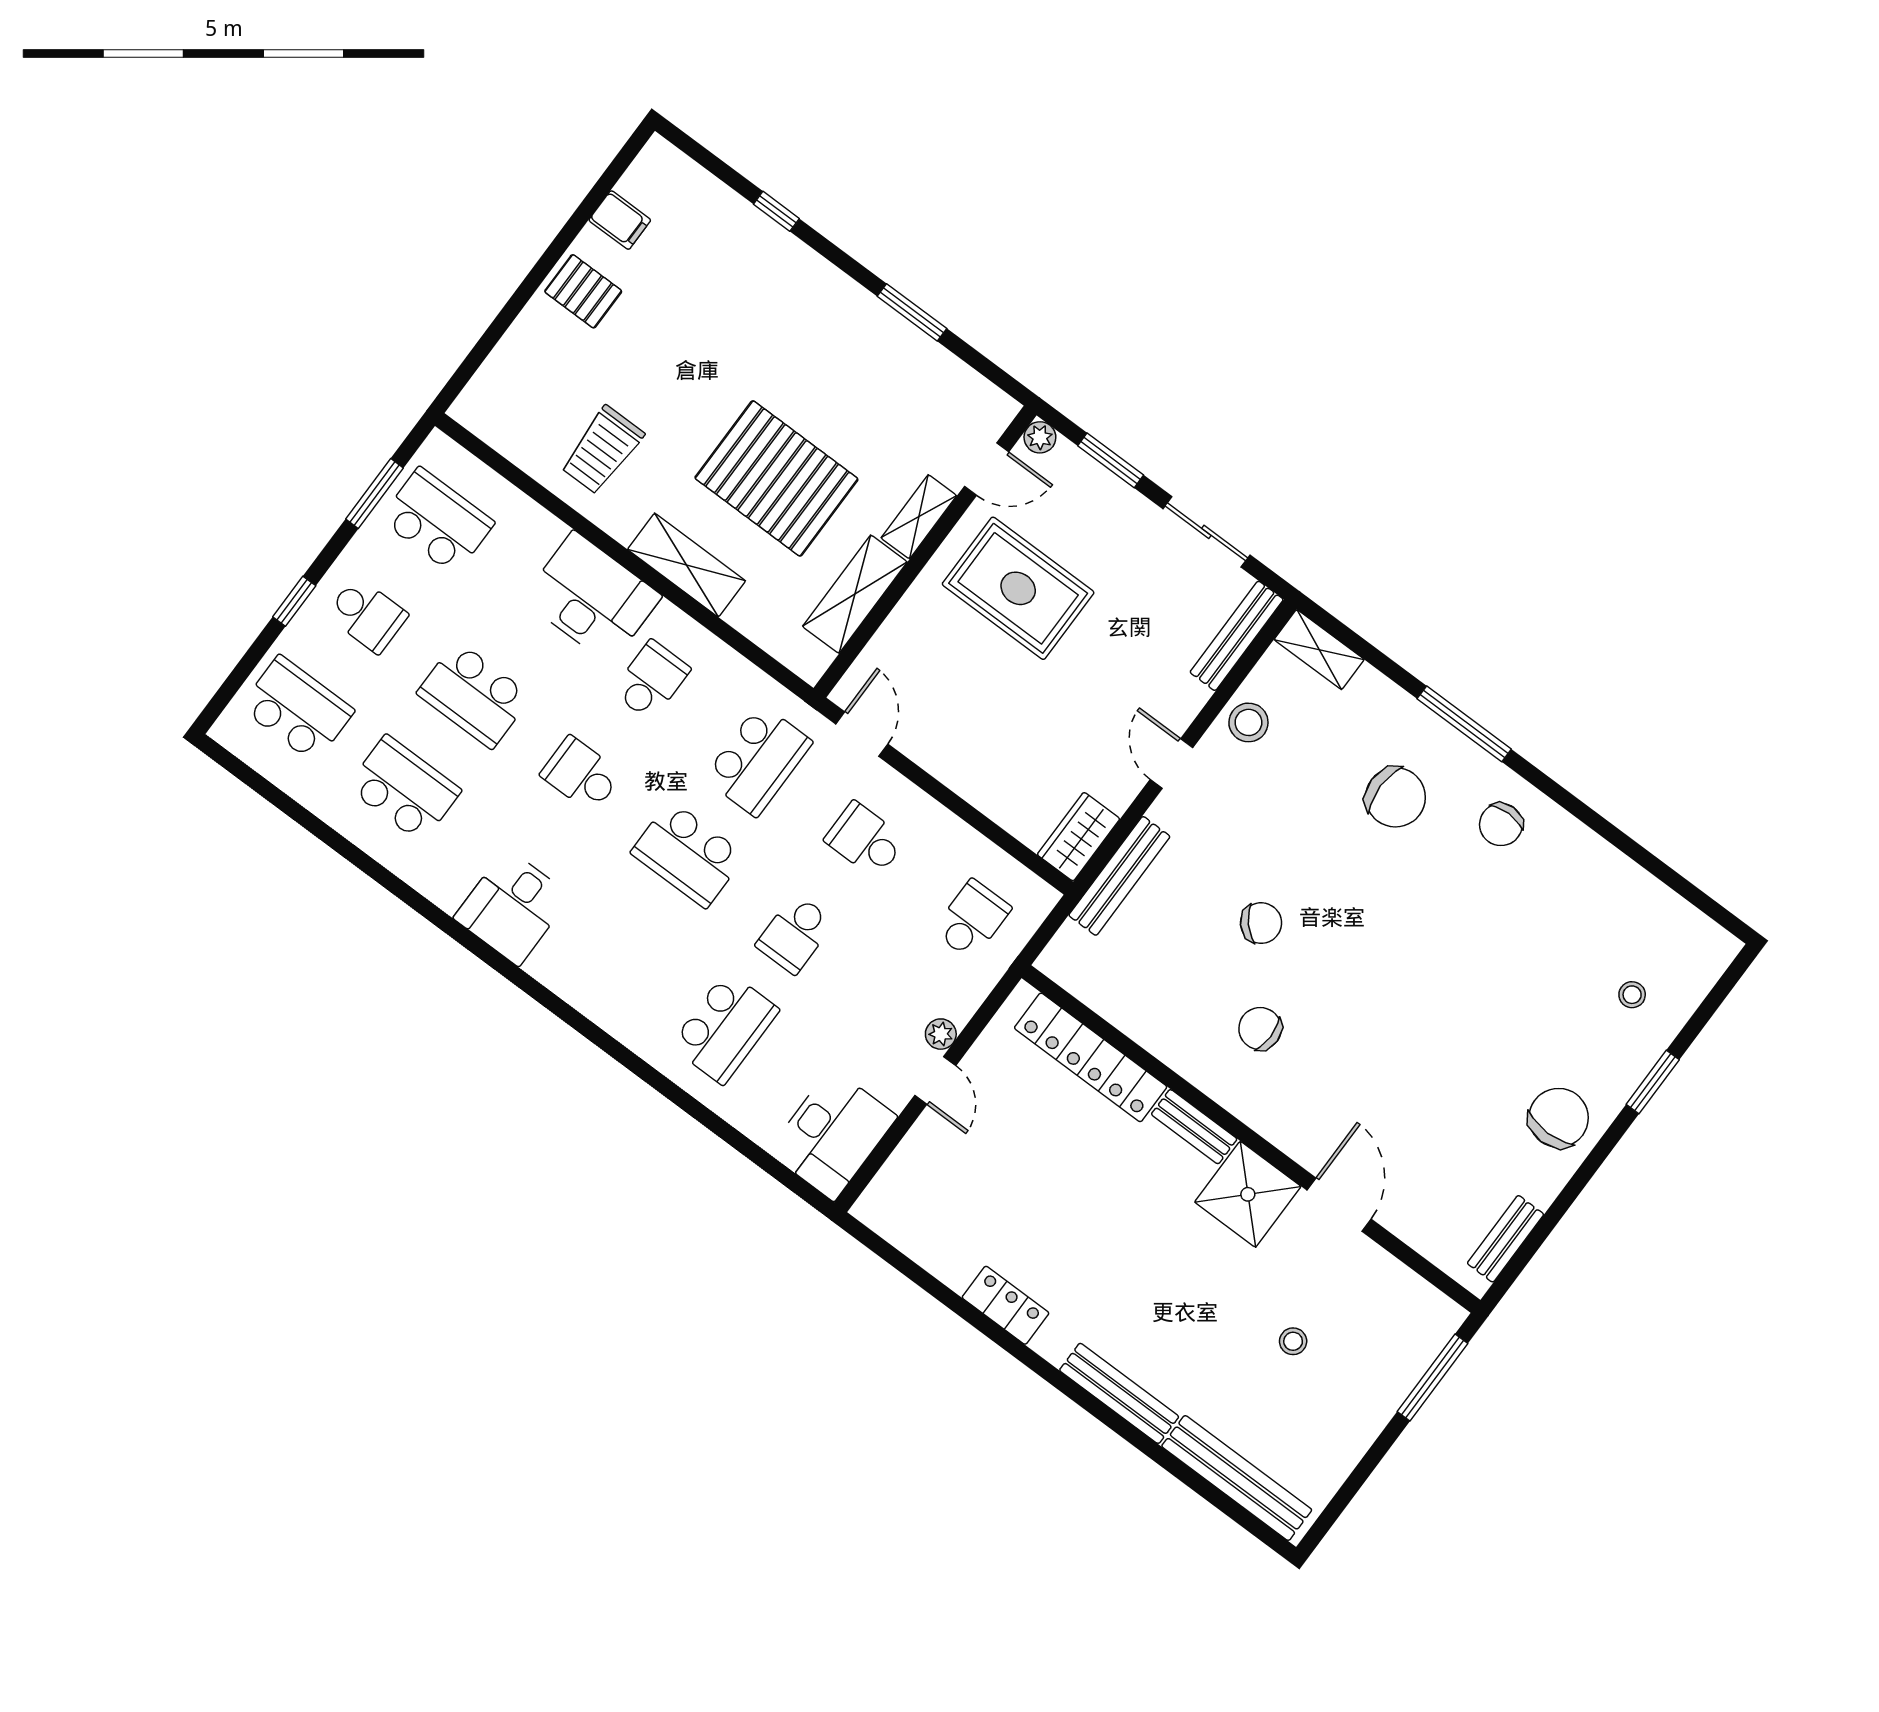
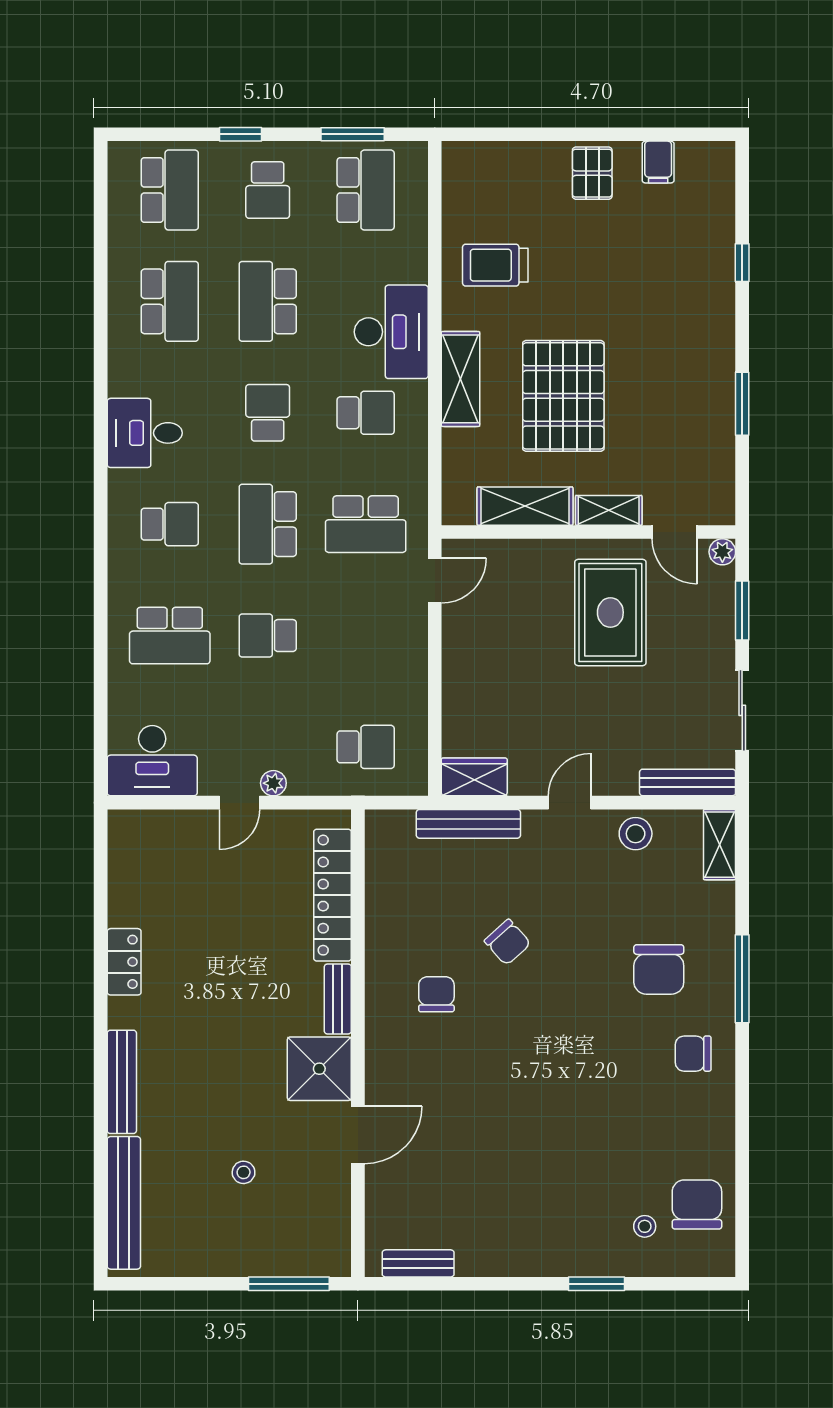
school desk: (865, 840) -> (170, 524), moved, turned 90
chair: (1559, 1118) -> (697, 1204), moved, turned -90

